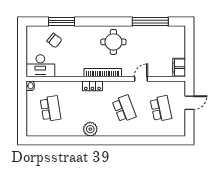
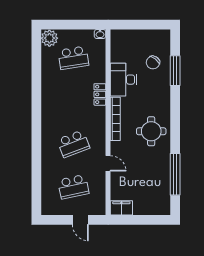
desk: (40, 66) -> (123, 80), moved
locker: (92, 86) -> (100, 94), moved
plant: (90, 129) -> (49, 38), moved

